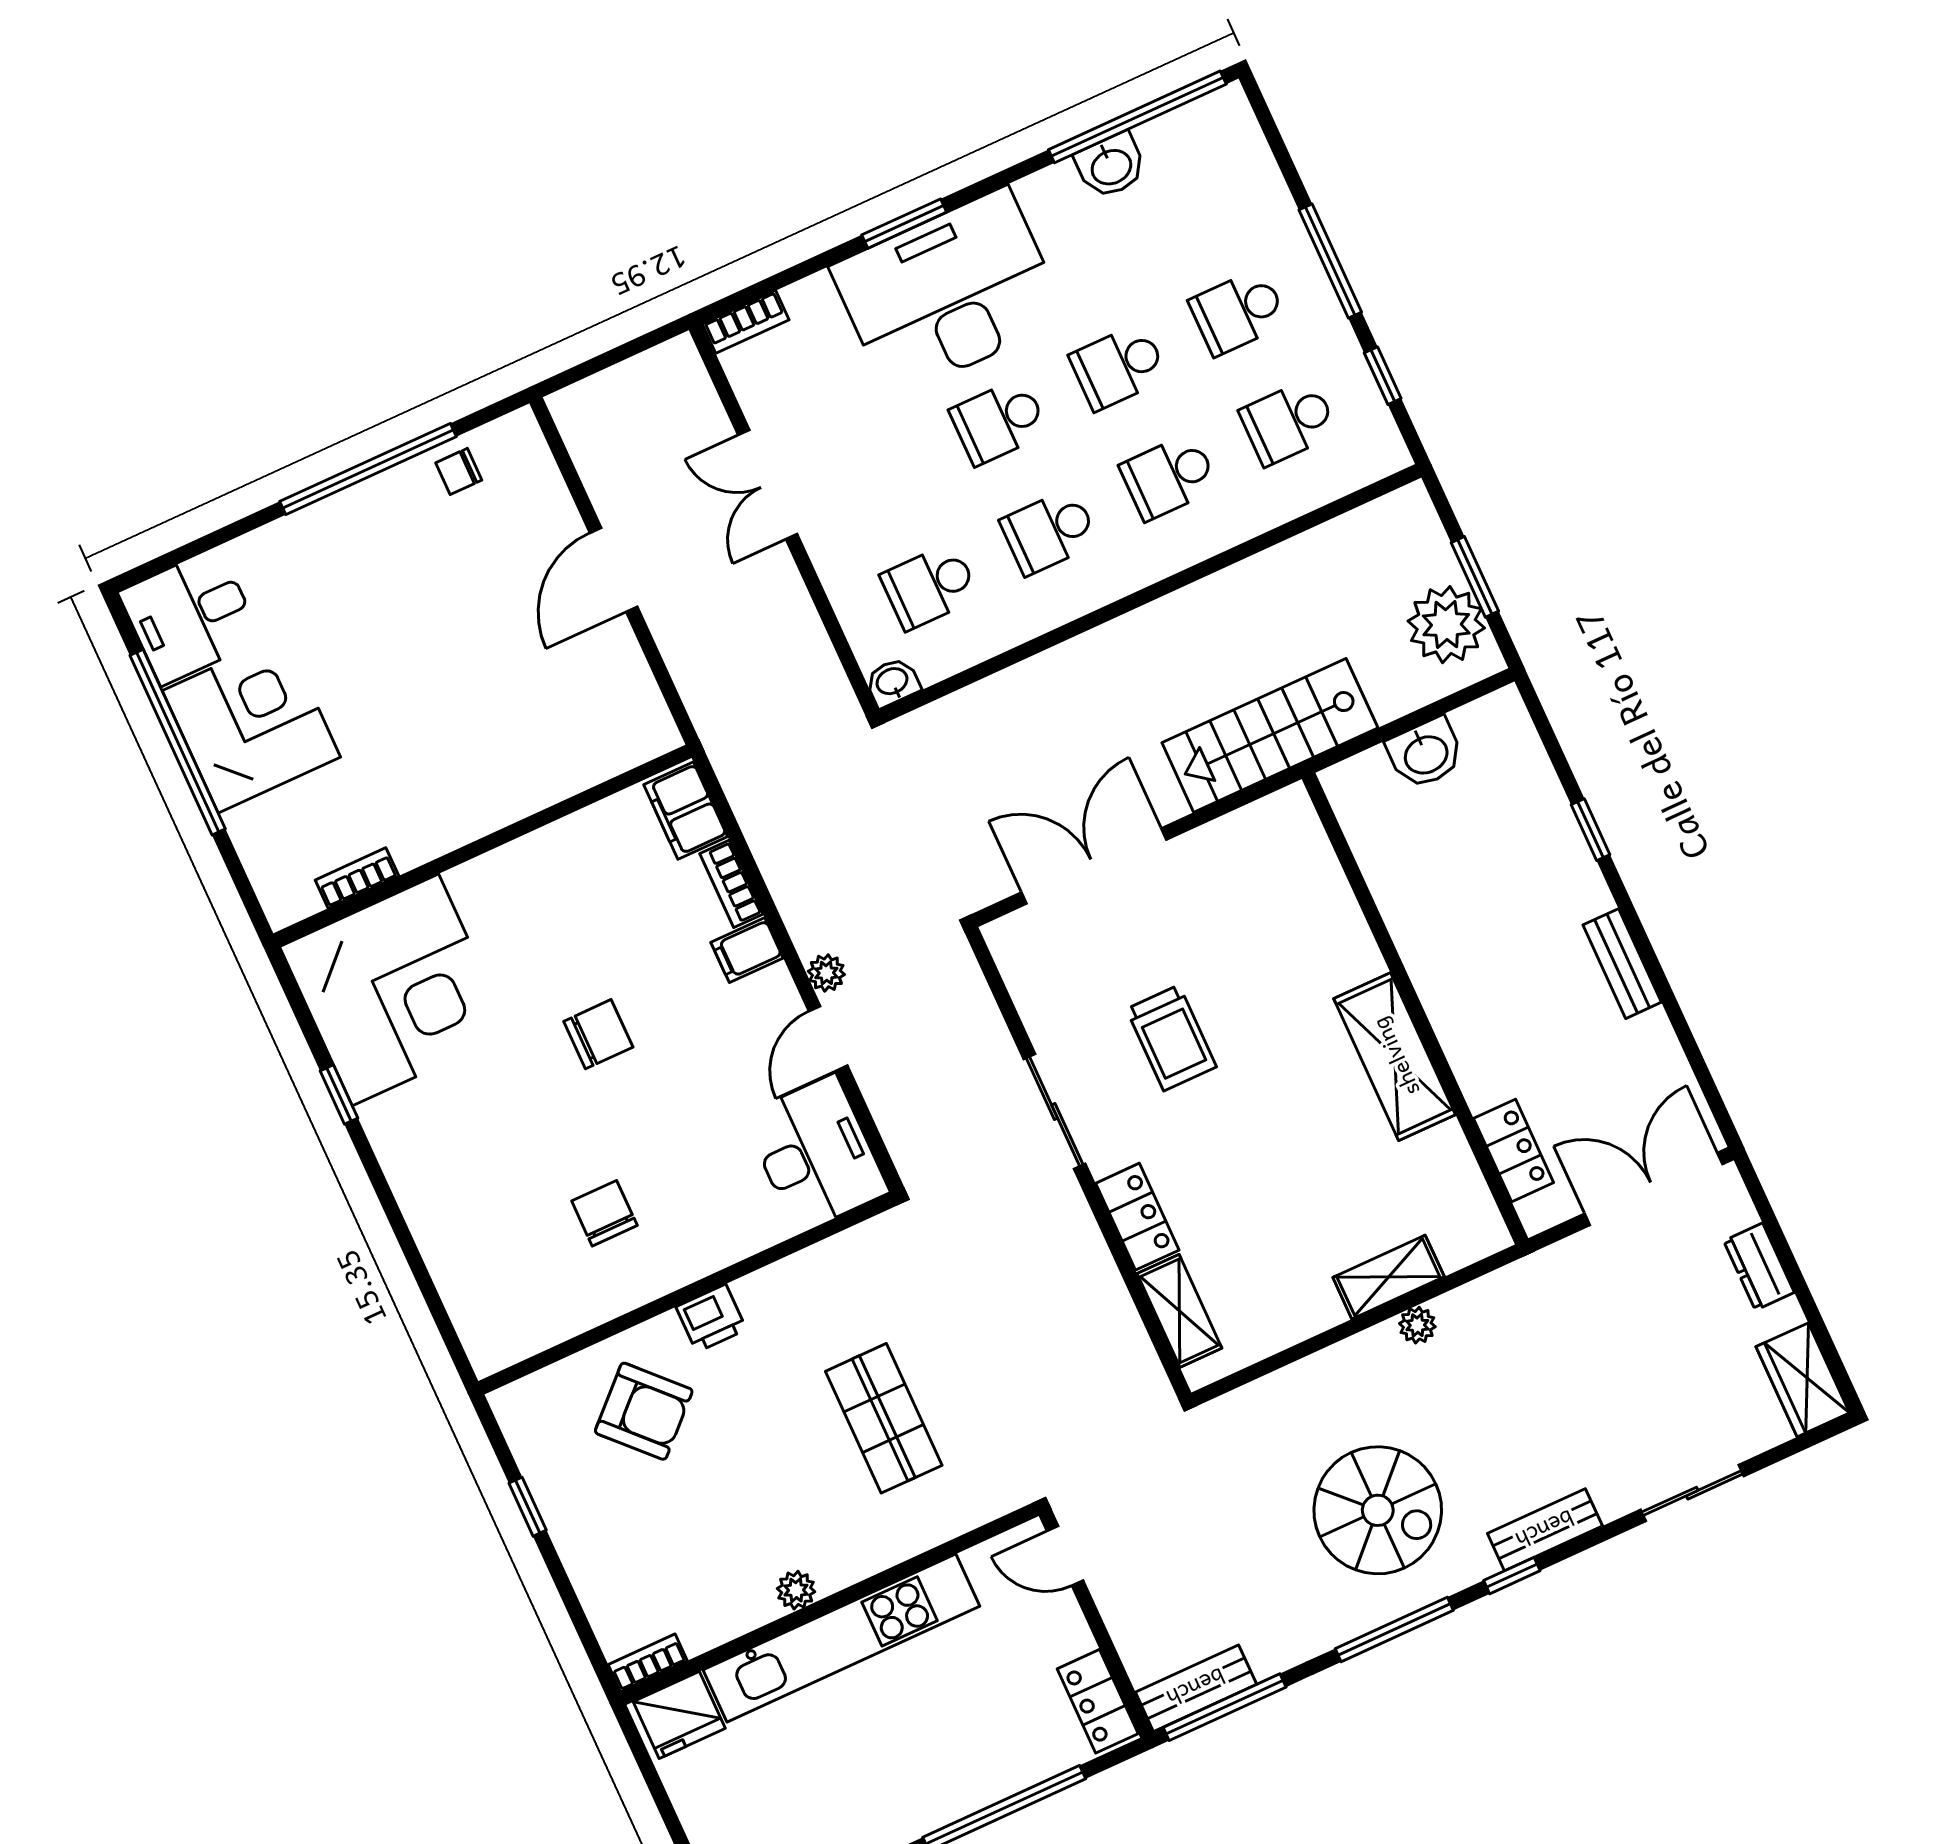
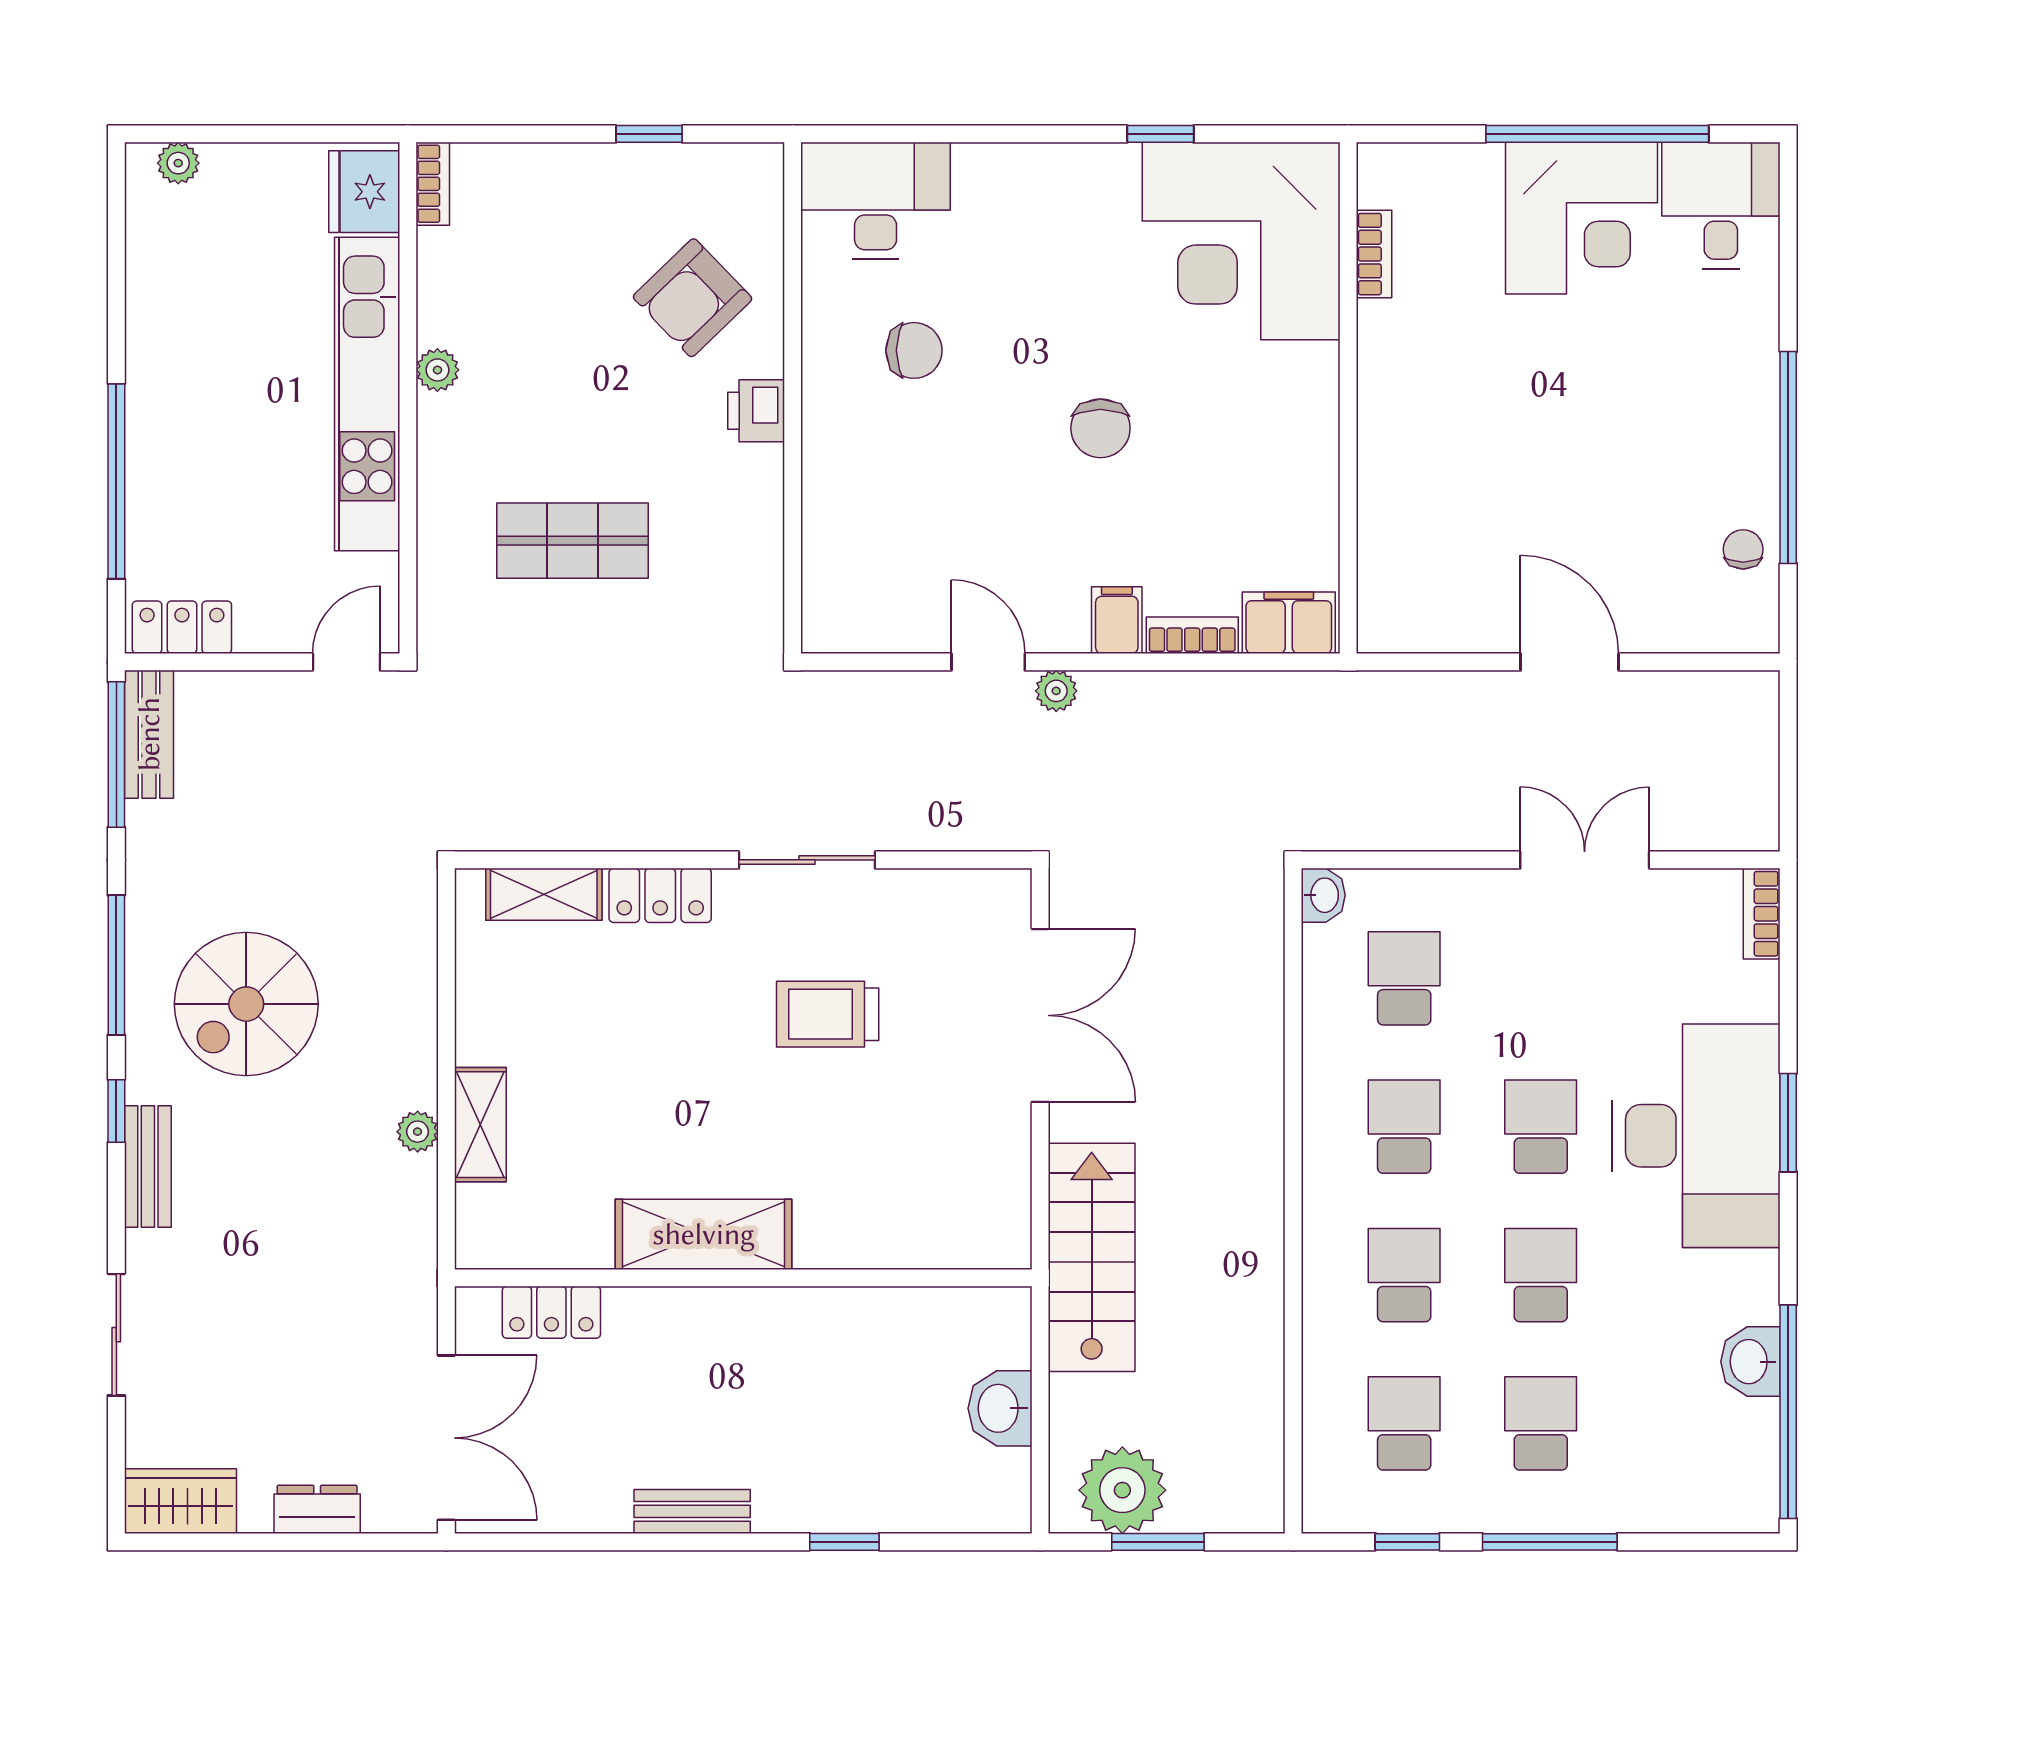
desk: (816, 1154) -> (876, 201), moved, turned 180

